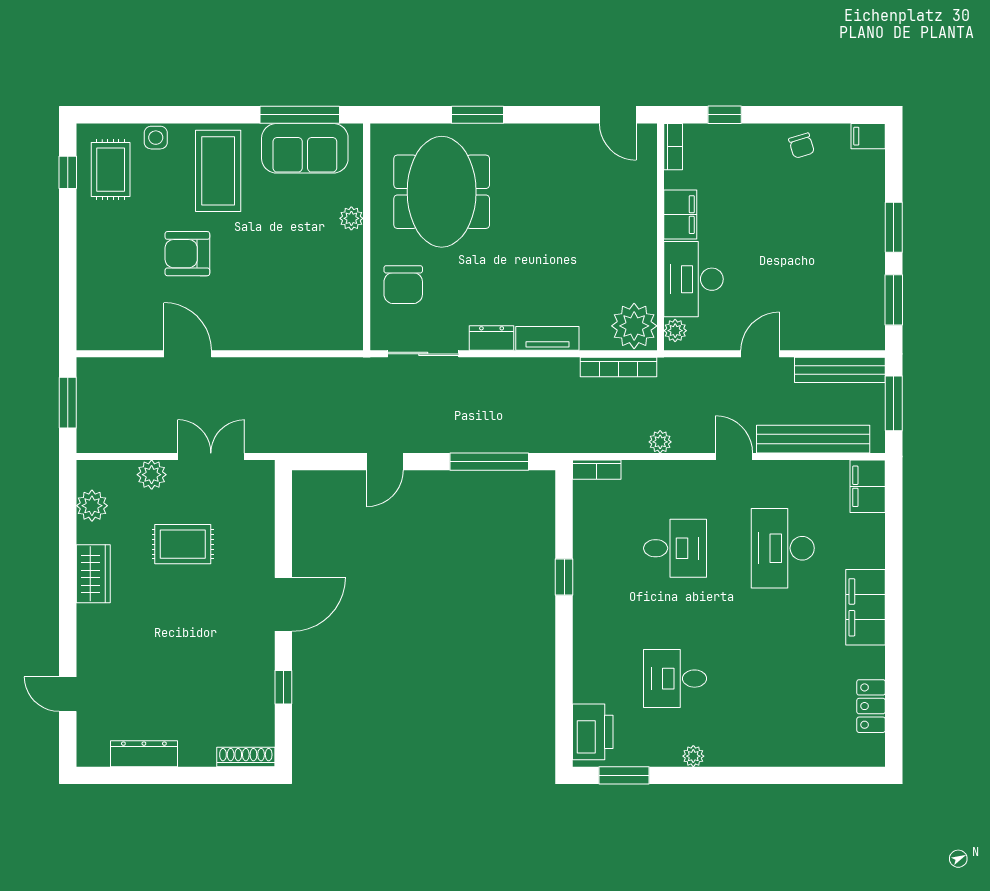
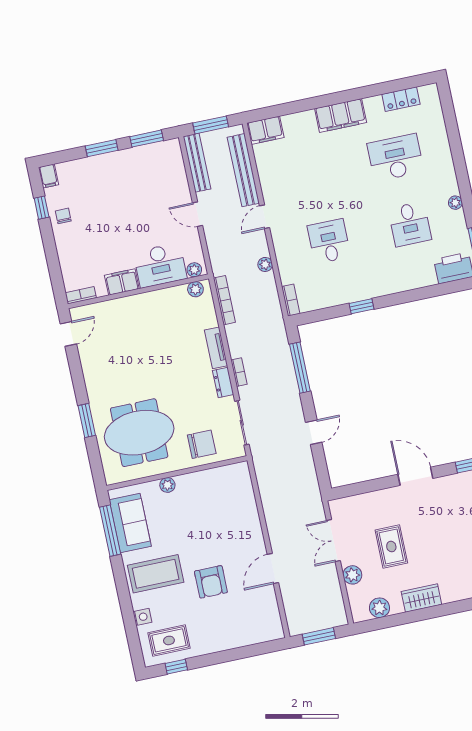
window: (725, 115) -> (42, 208), moved
chair: (802, 146) -> (63, 216), turned -73
plant: (634, 326) -> (195, 289), width x0.53, depth x0.53
bookcase: (502, 366) -> (239, 372), added
door: (385, 462) -> (314, 432), hinge flipped
desk: (783, 548) -> (396, 157), moved, turned 180

